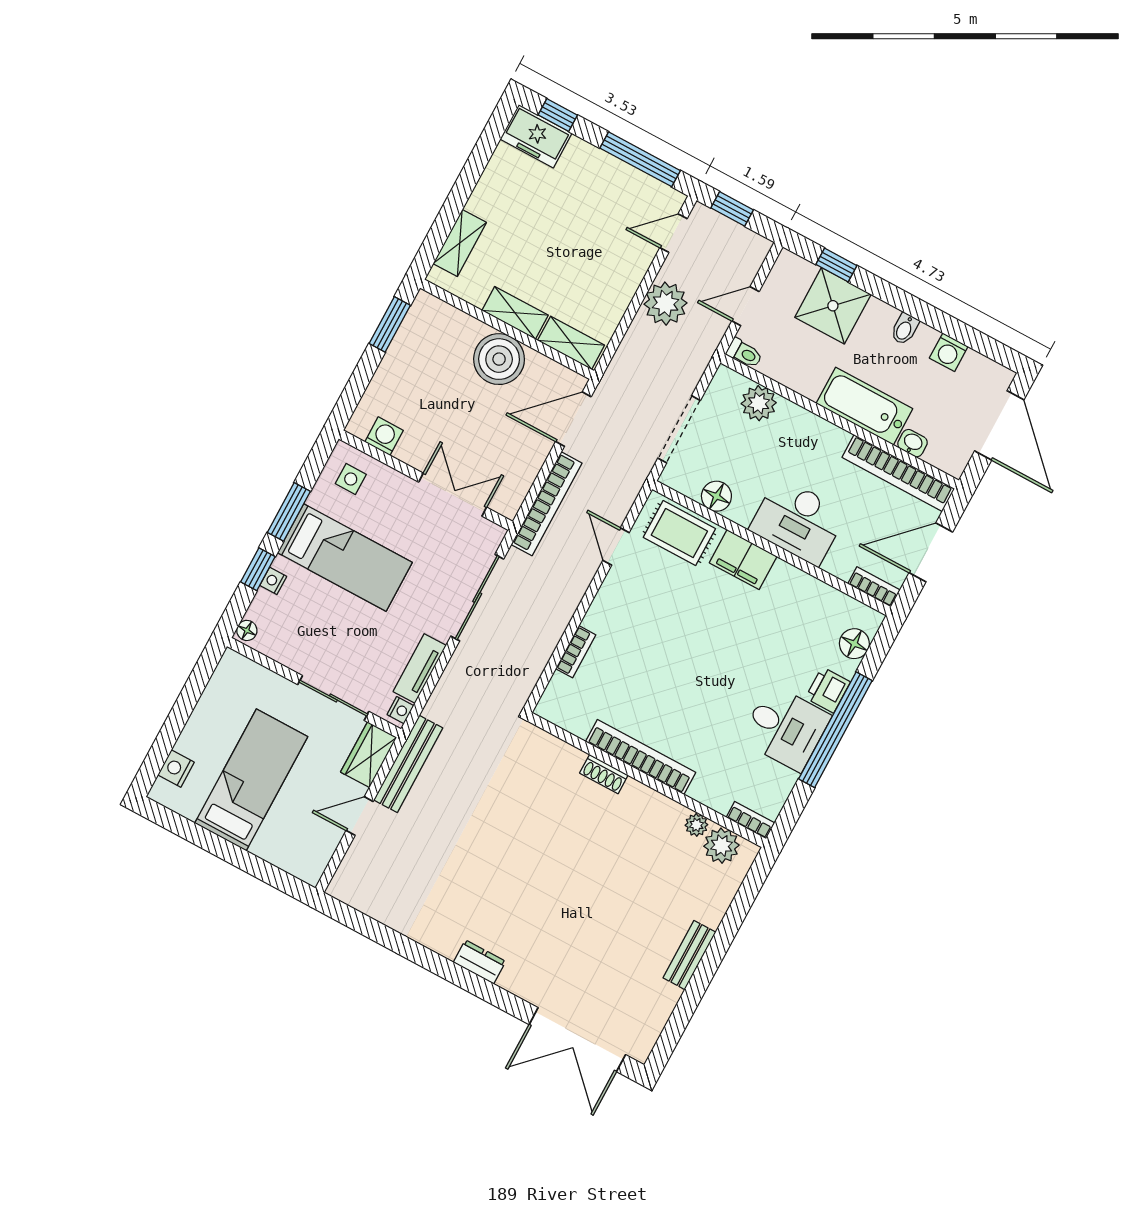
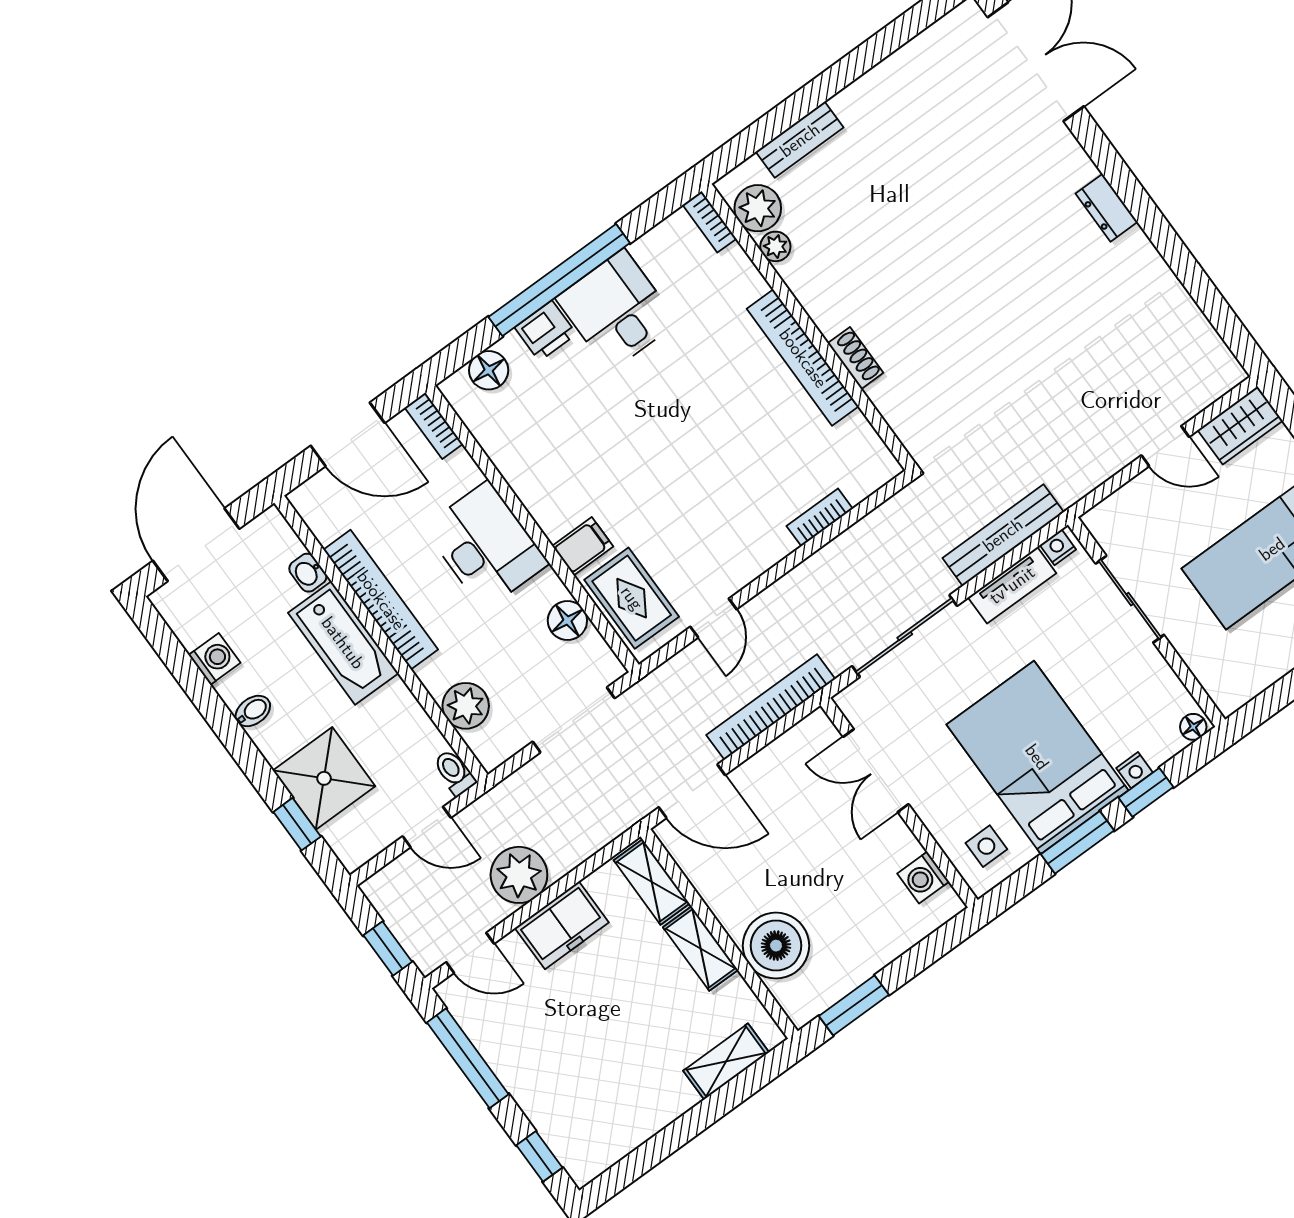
freezer: (536, 136) -> (562, 925), moved, turned 90
boiler: (499, 359) -> (776, 946), moved
bookcase: (898, 473) -> (381, 600), moved
bed: (345, 557) -> (1037, 757), width x1.50
filing cabinet: (743, 560) -> (583, 546), width x0.50
wardrobe: (369, 755) -> (1240, 425), moved
bench: (408, 764) -> (1003, 535), moved
bench: (689, 955) -> (800, 140), moved

